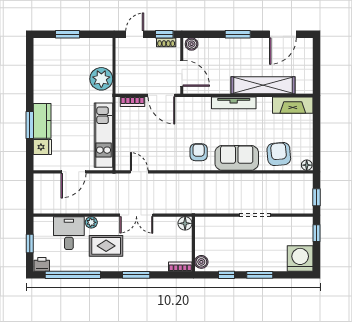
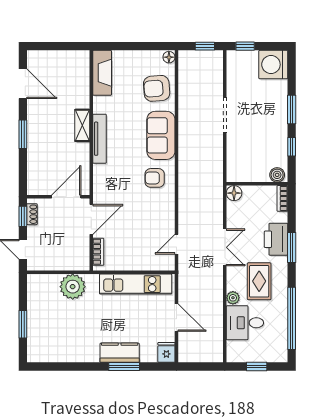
boiler: (192, 44) -> (34, 186), removed
shelving: (263, 85) -> (82, 125), width x0.45, depth x0.75
fridge: (42, 147) -> (166, 352), moved
printer: (42, 264) -> (276, 239), moved, width x1.87, depth x1.48

